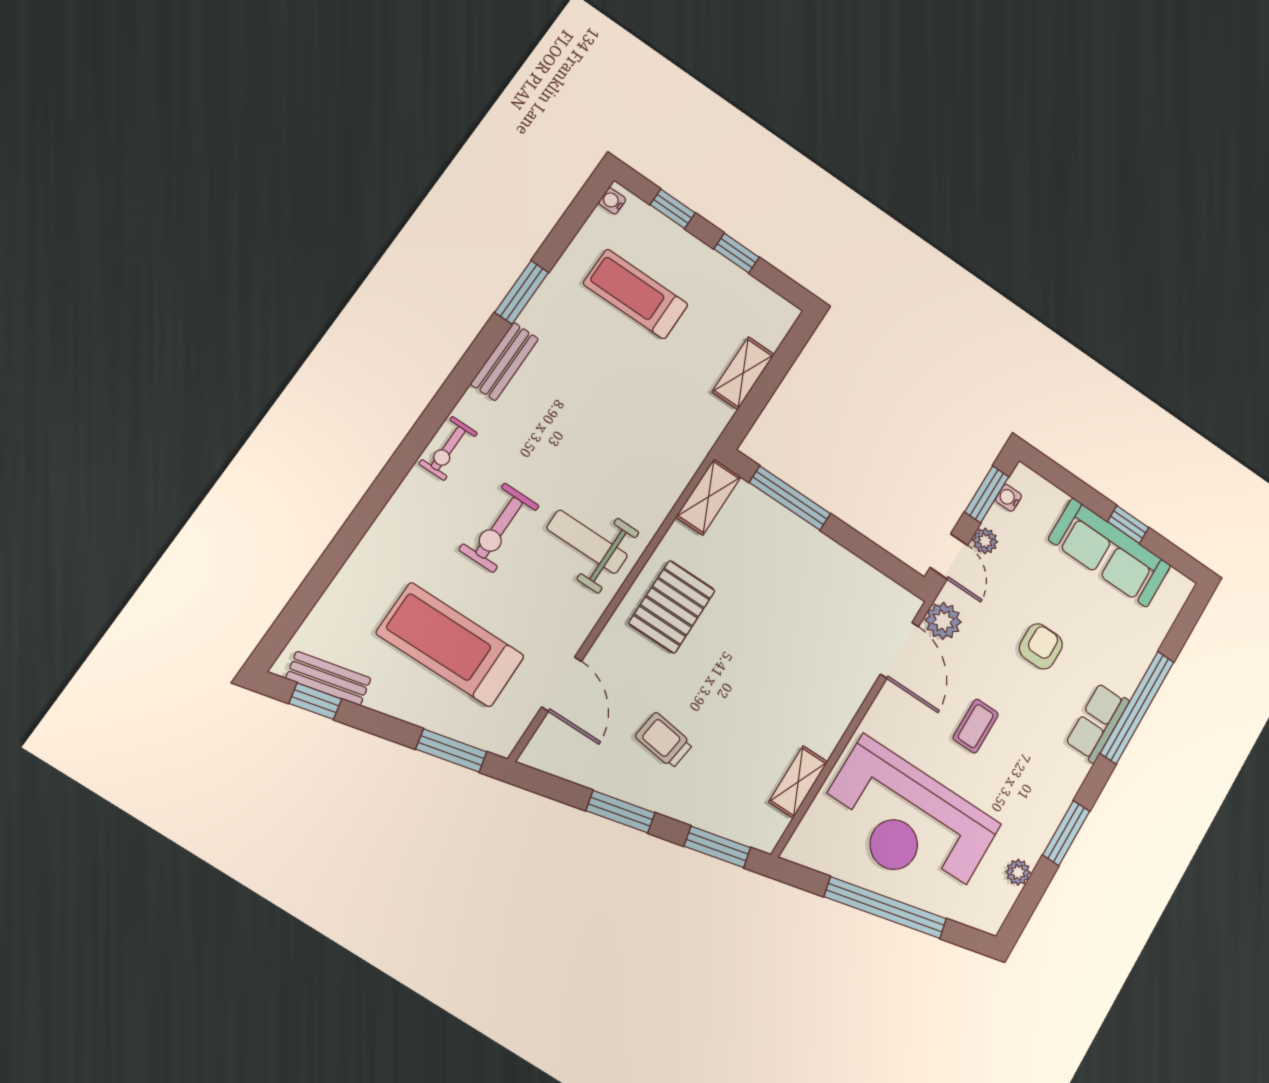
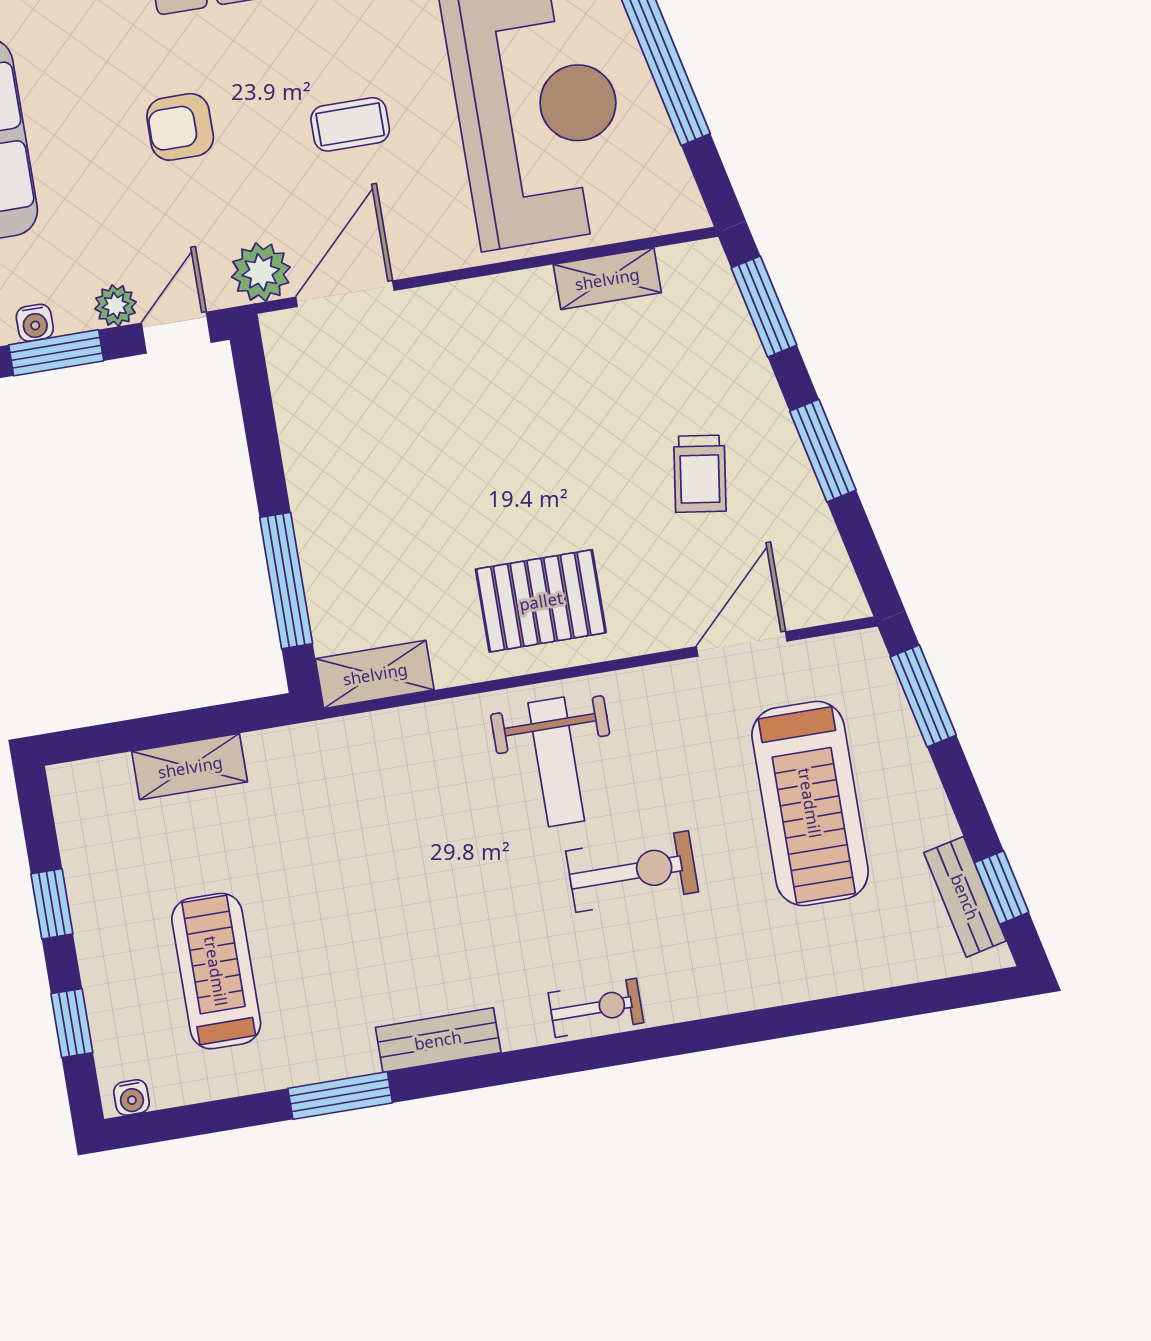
treadmill: (636, 294) -> (216, 971), turned 180

